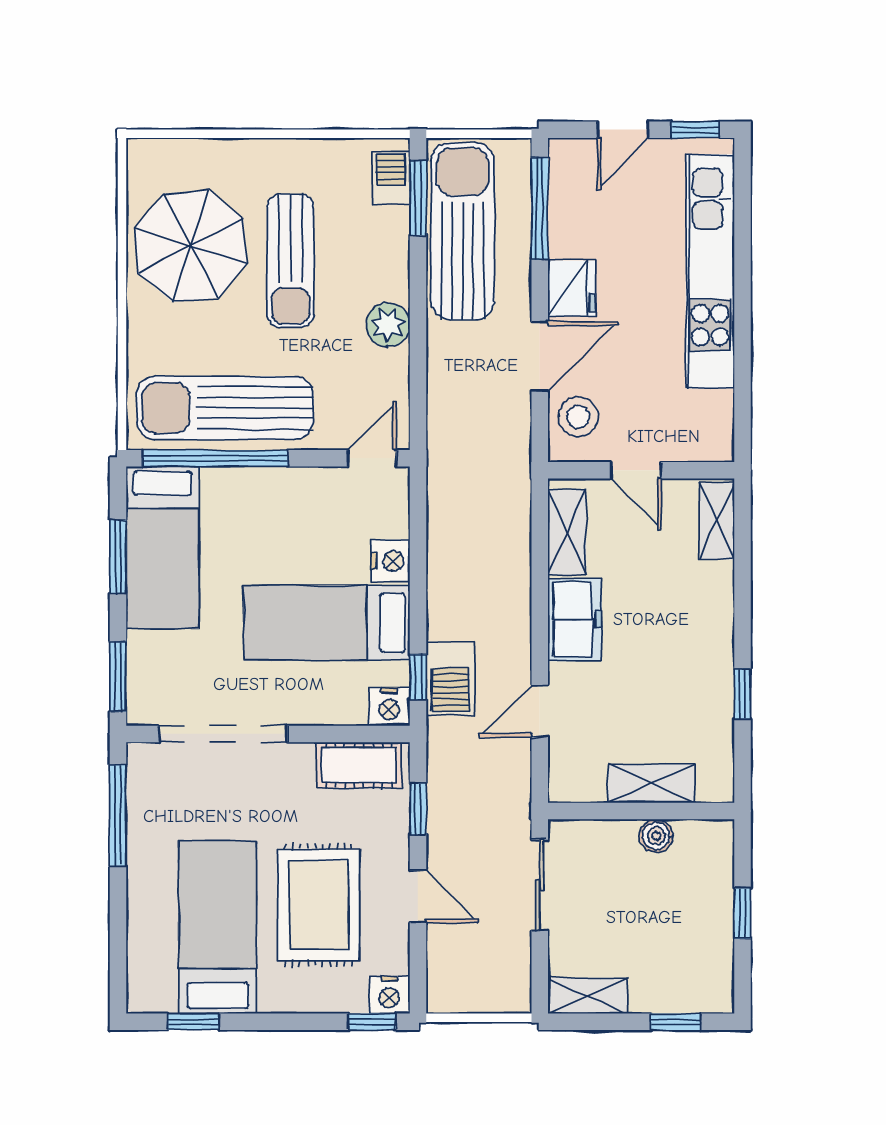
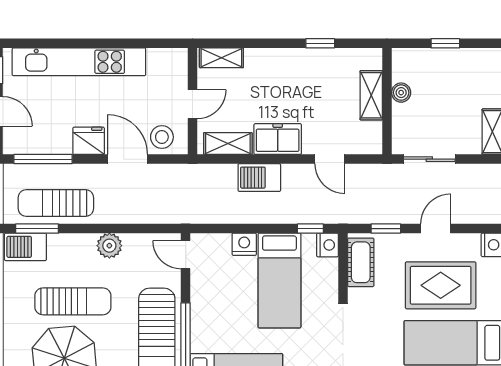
barbecue: (391, 178) -> (25, 247), width x1.38, depth x1.27
sun lounger: (463, 231) -> (56, 203), width x0.73, depth x0.75
barbecue: (450, 679) -> (259, 178), moved, turned 180

